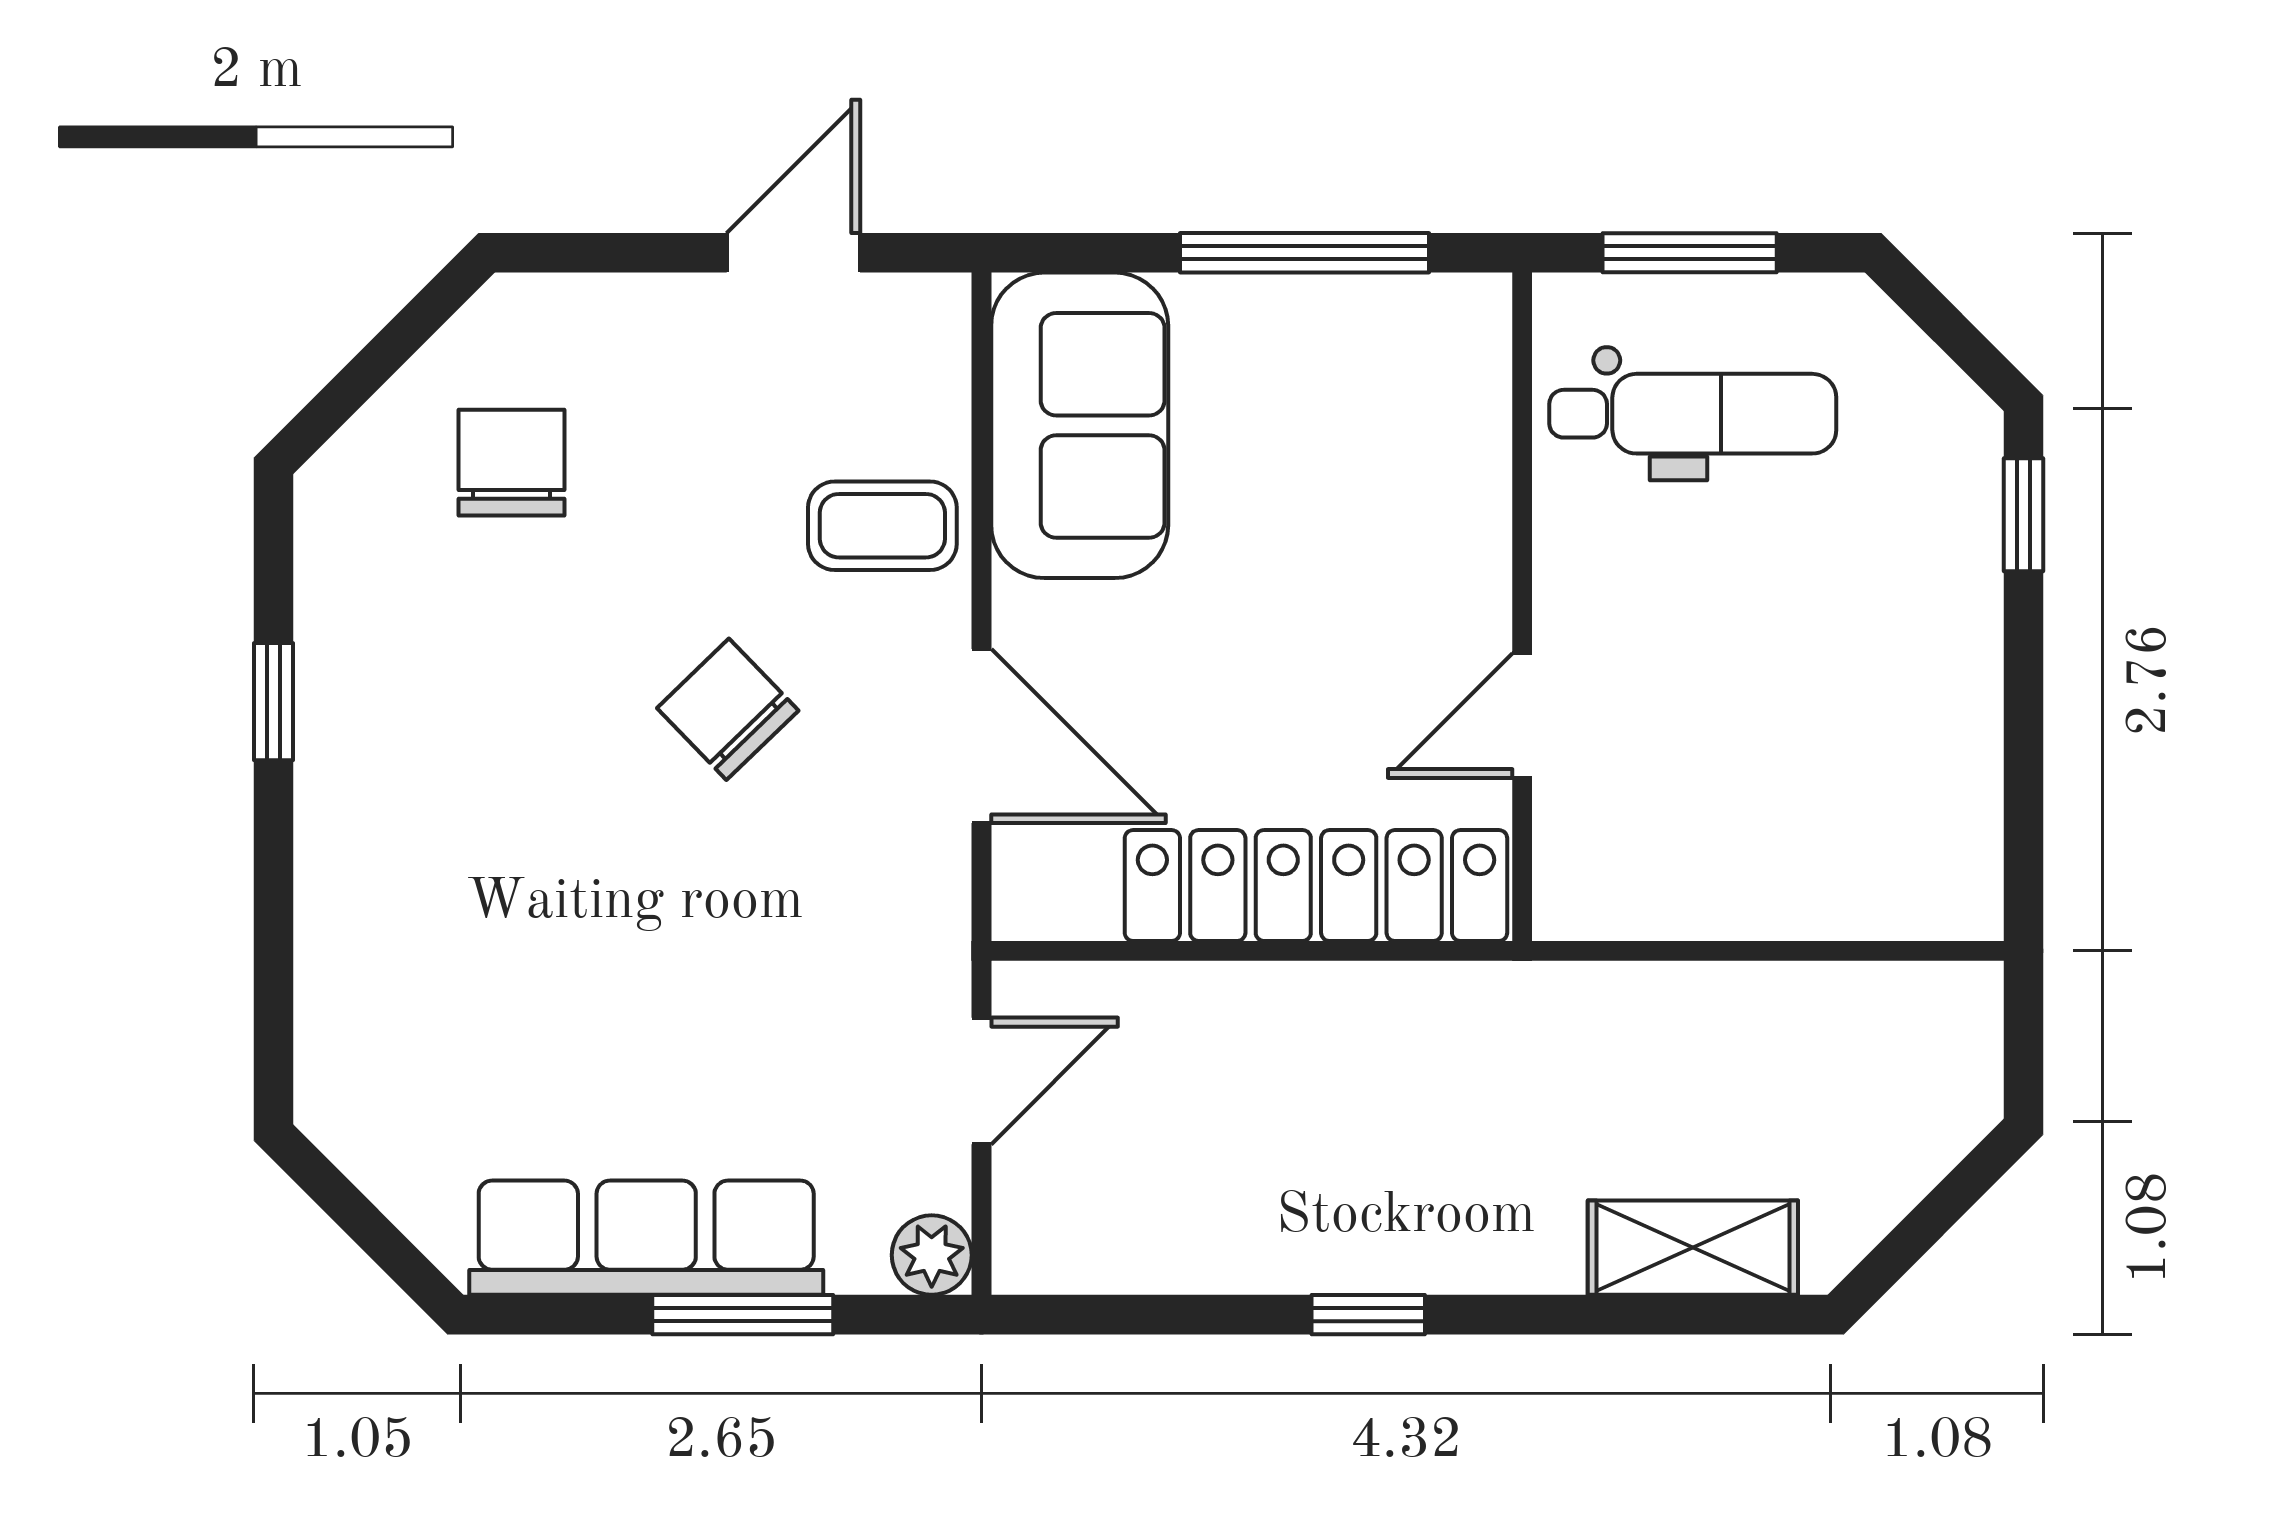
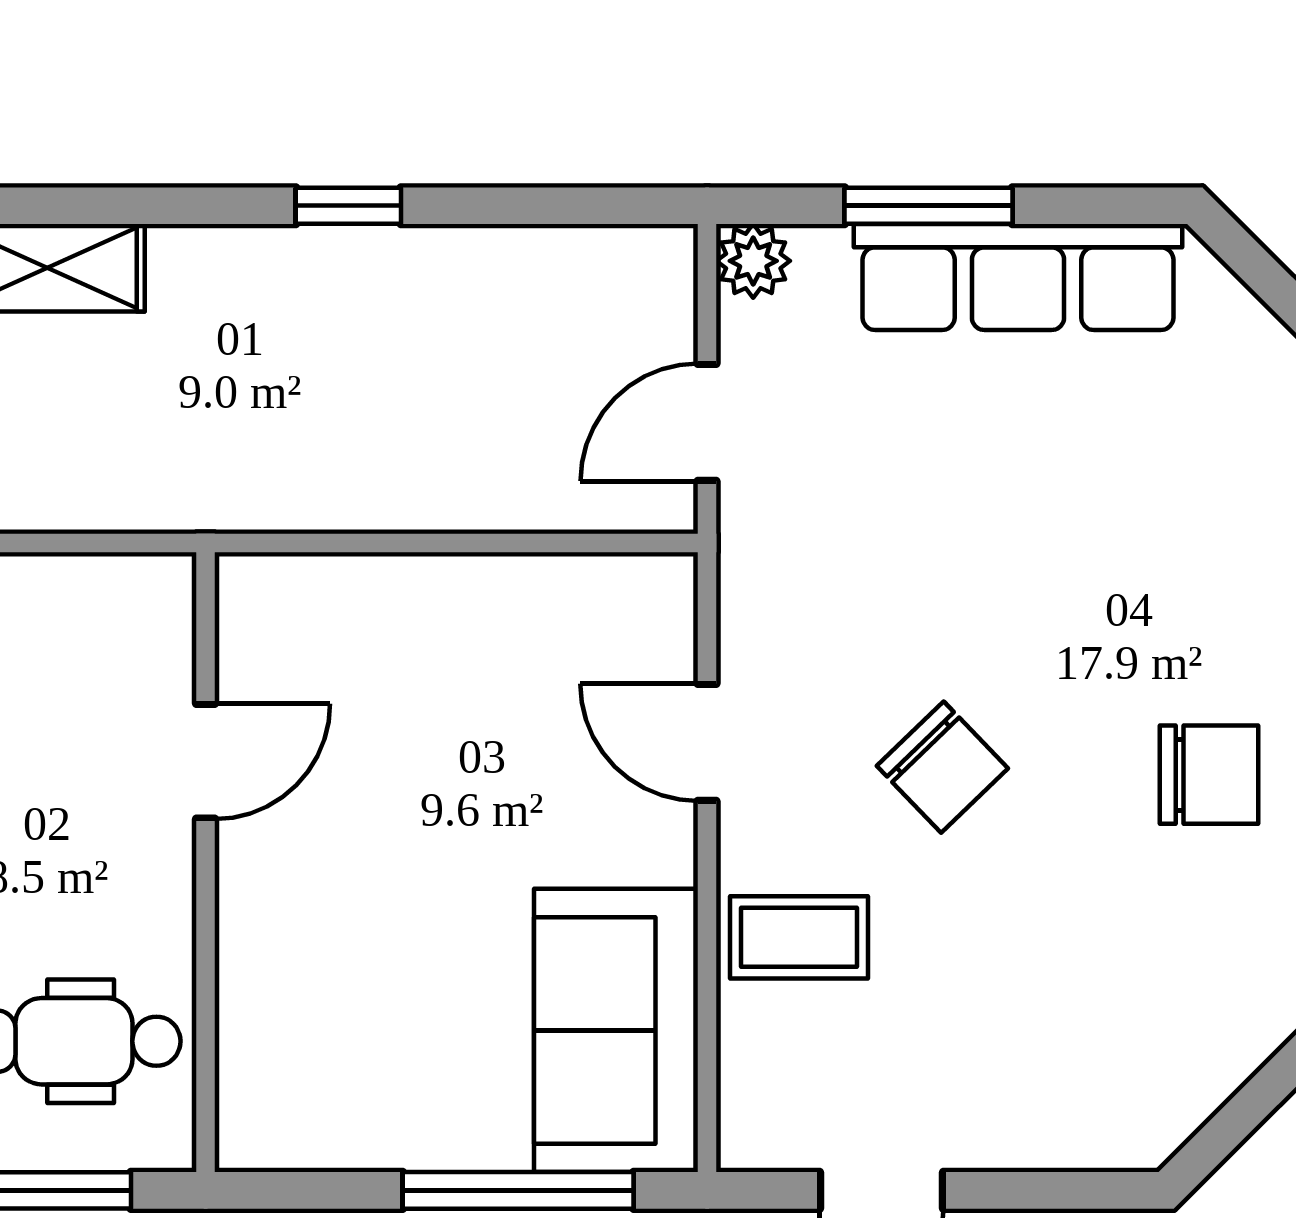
window: (1304, 253) -> (518, 1190), moved
chair: (511, 463) -> (1209, 775), moved, turned -90
door: (981, 736) -> (707, 742), width x0.73
locker: (1316, 885) -> (397, 604), removed

